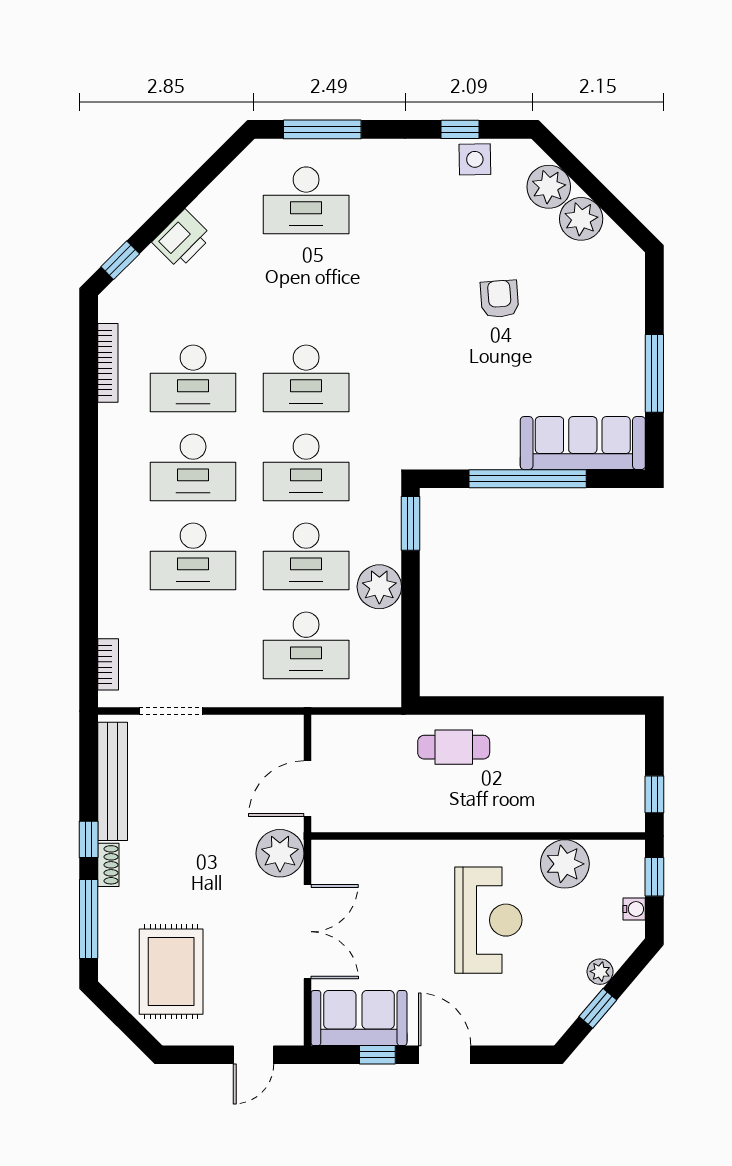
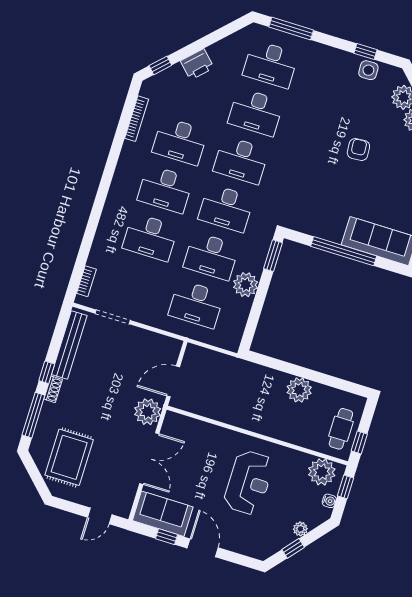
desk: (306, 289) -> (256, 112), added
plant: (525, 737) -> (299, 390), added
cafe table: (454, 747) -> (341, 429), moved, turned 90
plant: (565, 864) -> (322, 472), moved

